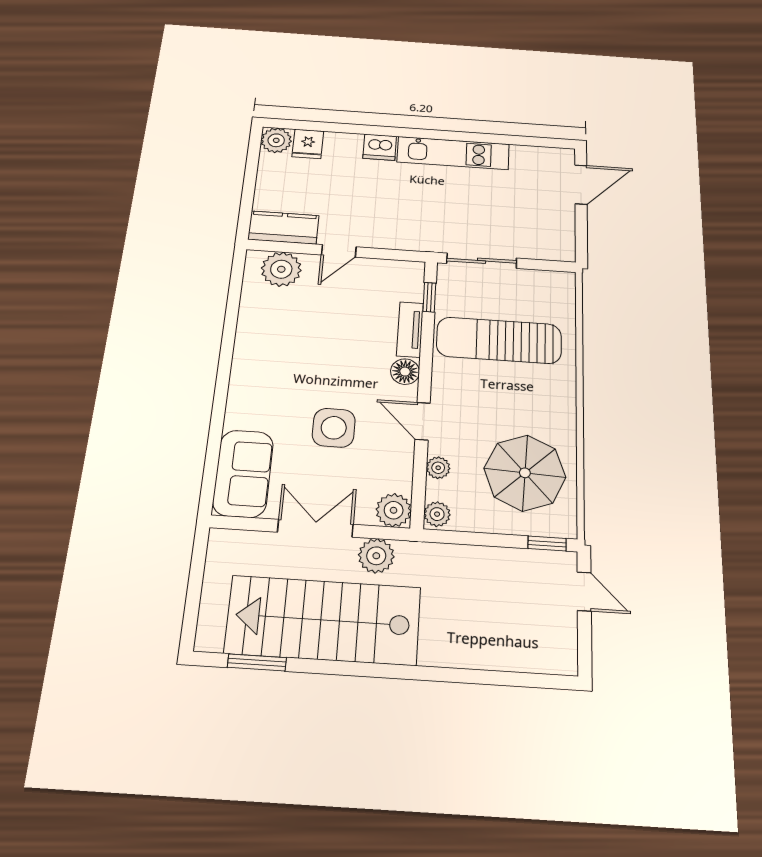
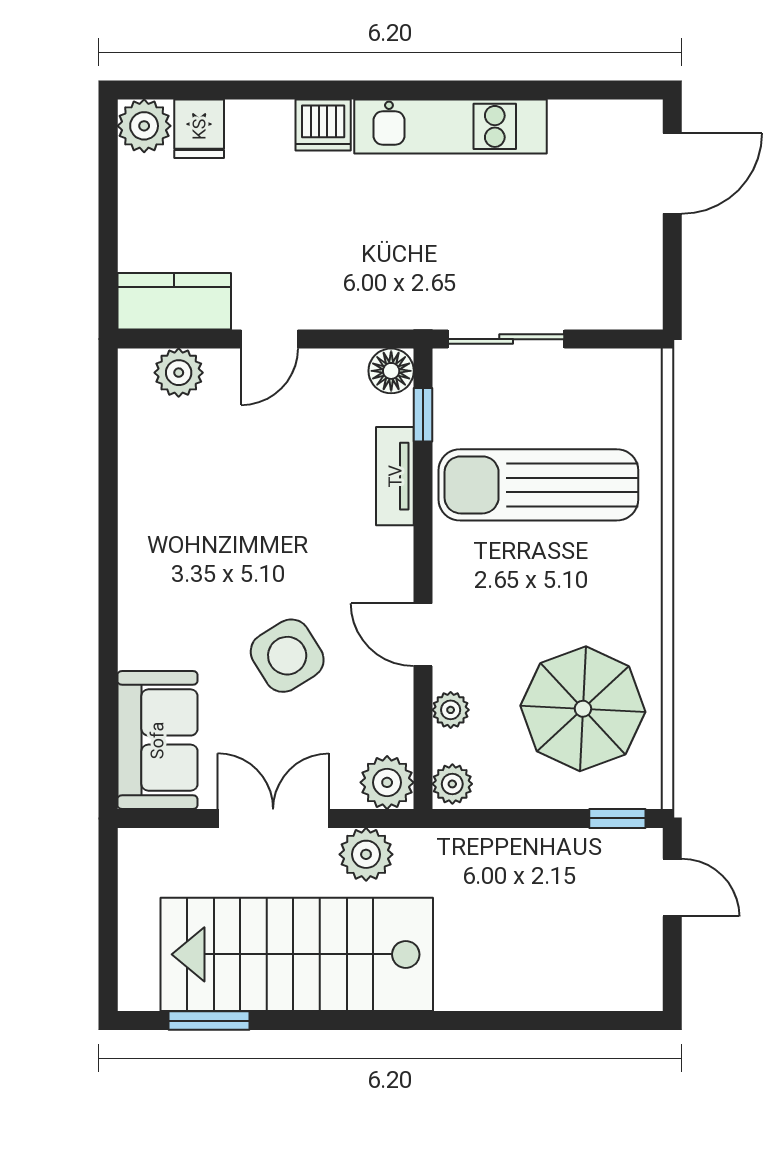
plant: (281, 269) -> (179, 373), width x0.73, depth x0.73
floor lamp: (405, 372) -> (391, 371), moved
side table: (334, 428) -> (287, 656), turned -32

